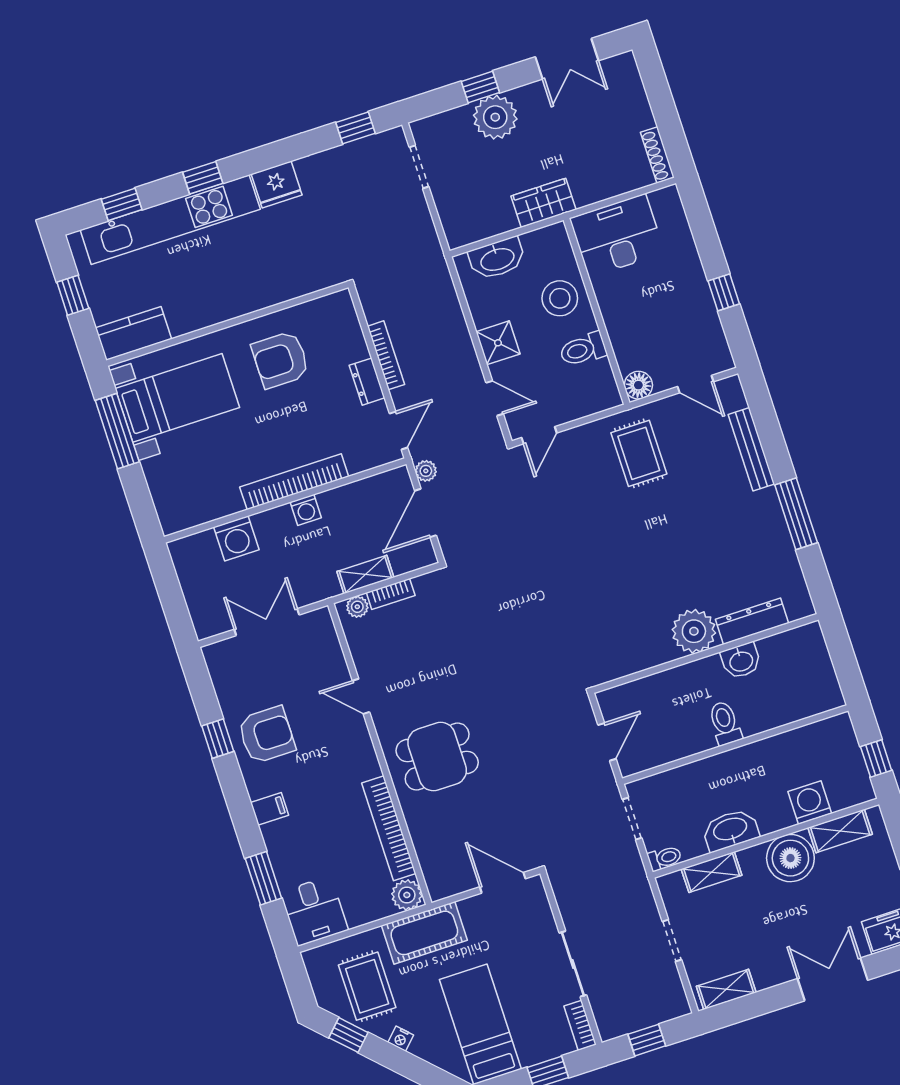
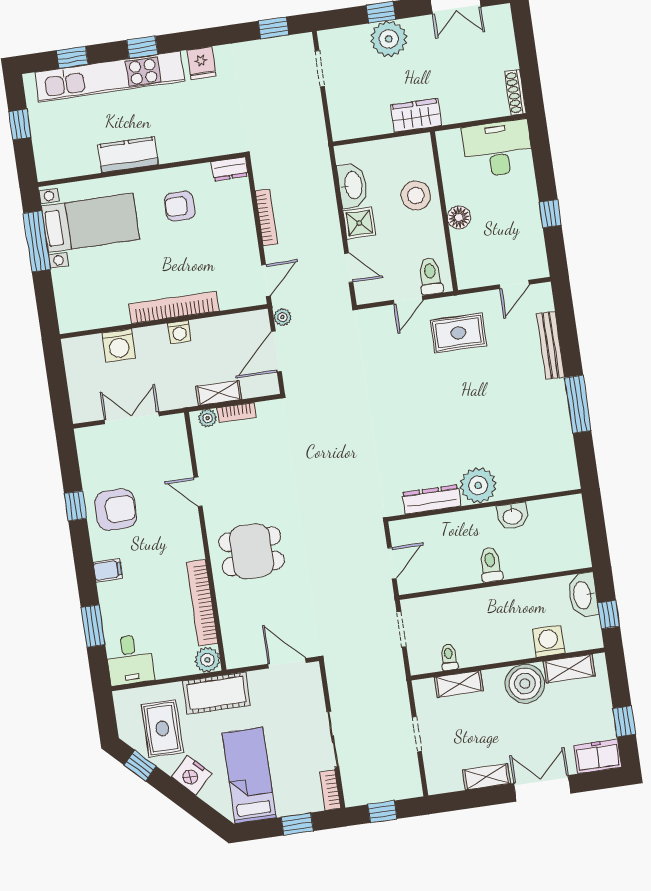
fridge: (277, 184) -> (201, 63), width x0.72
desk: (617, 236) -> (498, 149), moved
washbasin: (497, 259) -> (353, 185), moved, turned -90
kitchen counter: (133, 333) -> (128, 155), moved
toilet: (583, 349) -> (430, 276), moved, turned 90
armchair: (280, 360) -> (180, 206), width x0.72, depth x0.72
dresser: (367, 382) -> (230, 169), moved, turned -90
door: (695, 384) -> (514, 284), hinge flipped
floor lamp: (638, 385) -> (459, 218), moved
door: (539, 435) -> (408, 300), moved
rug: (639, 453) -> (458, 333), turned 90
dresser: (752, 621) -> (432, 499), moved
washbasin: (730, 830) -> (583, 595), moved, turned -90
toilet: (665, 858) -> (449, 657), moved, turned -90
shelving: (726, 989) -> (487, 777), moved
nightstand: (401, 1039) -> (192, 775), width x1.89, depth x1.79

